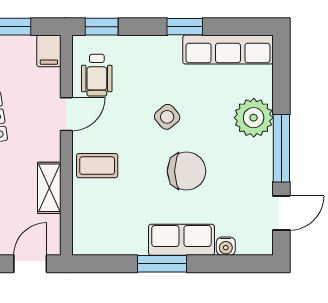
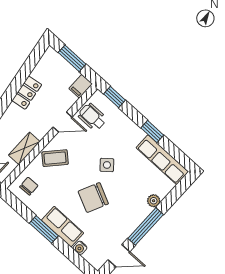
wheelchair: (97, 75) -> (92, 117), turned 90
plant: (254, 118) -> (154, 201), width x0.53, depth x0.53
coffee table: (97, 166) -> (55, 158), turned -48
chair: (186, 171) -> (93, 198), turned 115
chair: (96, 228) -> (29, 186), added

